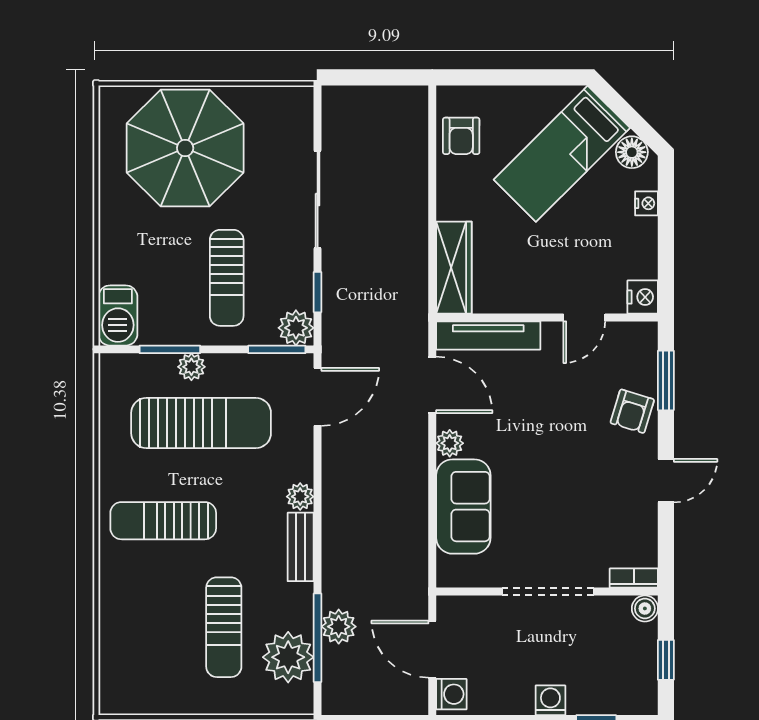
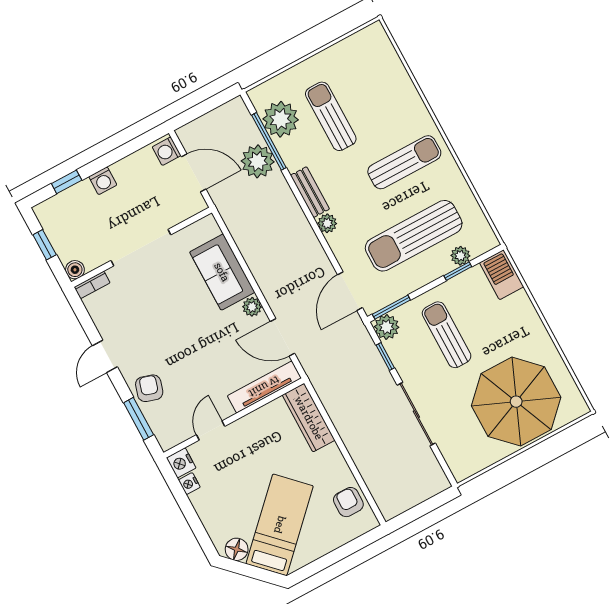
nightstand: (646, 203) -> (189, 484), moved
window: (170, 349) -> (458, 271), width x0.67
plant: (191, 367) -> (460, 256), moved
plant: (339, 627) -> (258, 161), width x1.36, depth x1.36

